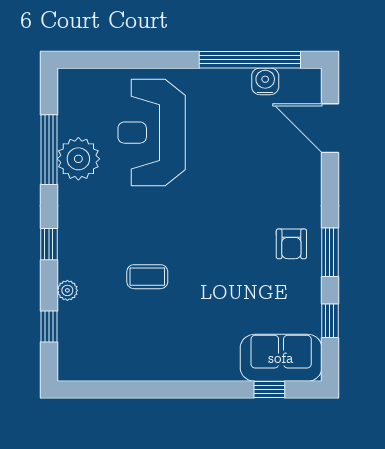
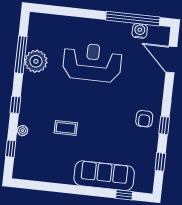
reception desk: (152, 133) -> (92, 62), moved, turned 90
window: (330, 252) -> (164, 125), width x0.67
sofa: (281, 358) -> (104, 176), moved, width x1.36

